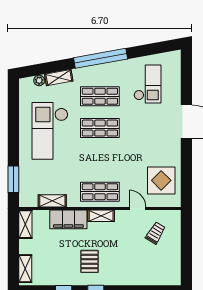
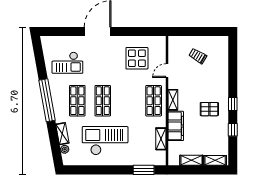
checkout: (147, 84) -> (67, 63), turned 180
checkout: (50, 131) -> (105, 141), turned 180
display table: (161, 180) -> (137, 58), moved
shelving: (25, 224) -> (191, 160), moved
trolley: (155, 233) -> (198, 56), moved

